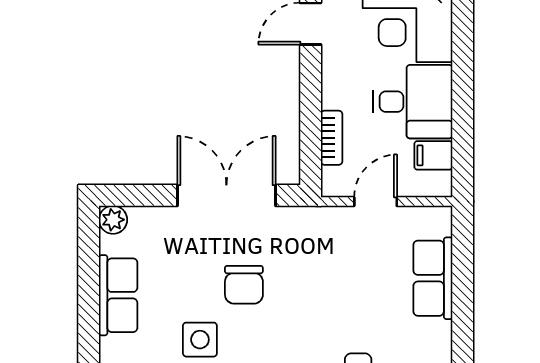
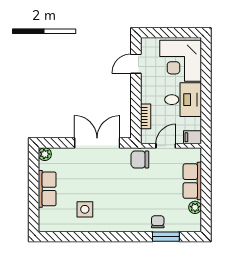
filing cabinet: (433, 155) -> (192, 137), moved
chair: (244, 285) -> (140, 160), moved, turned 90
plant: (439, 335) -> (195, 207), added

